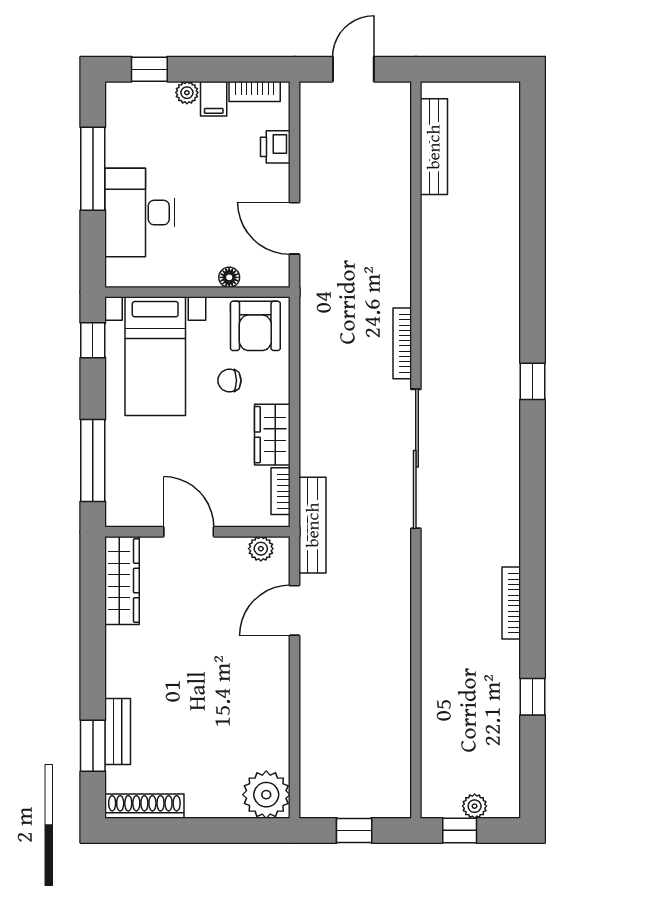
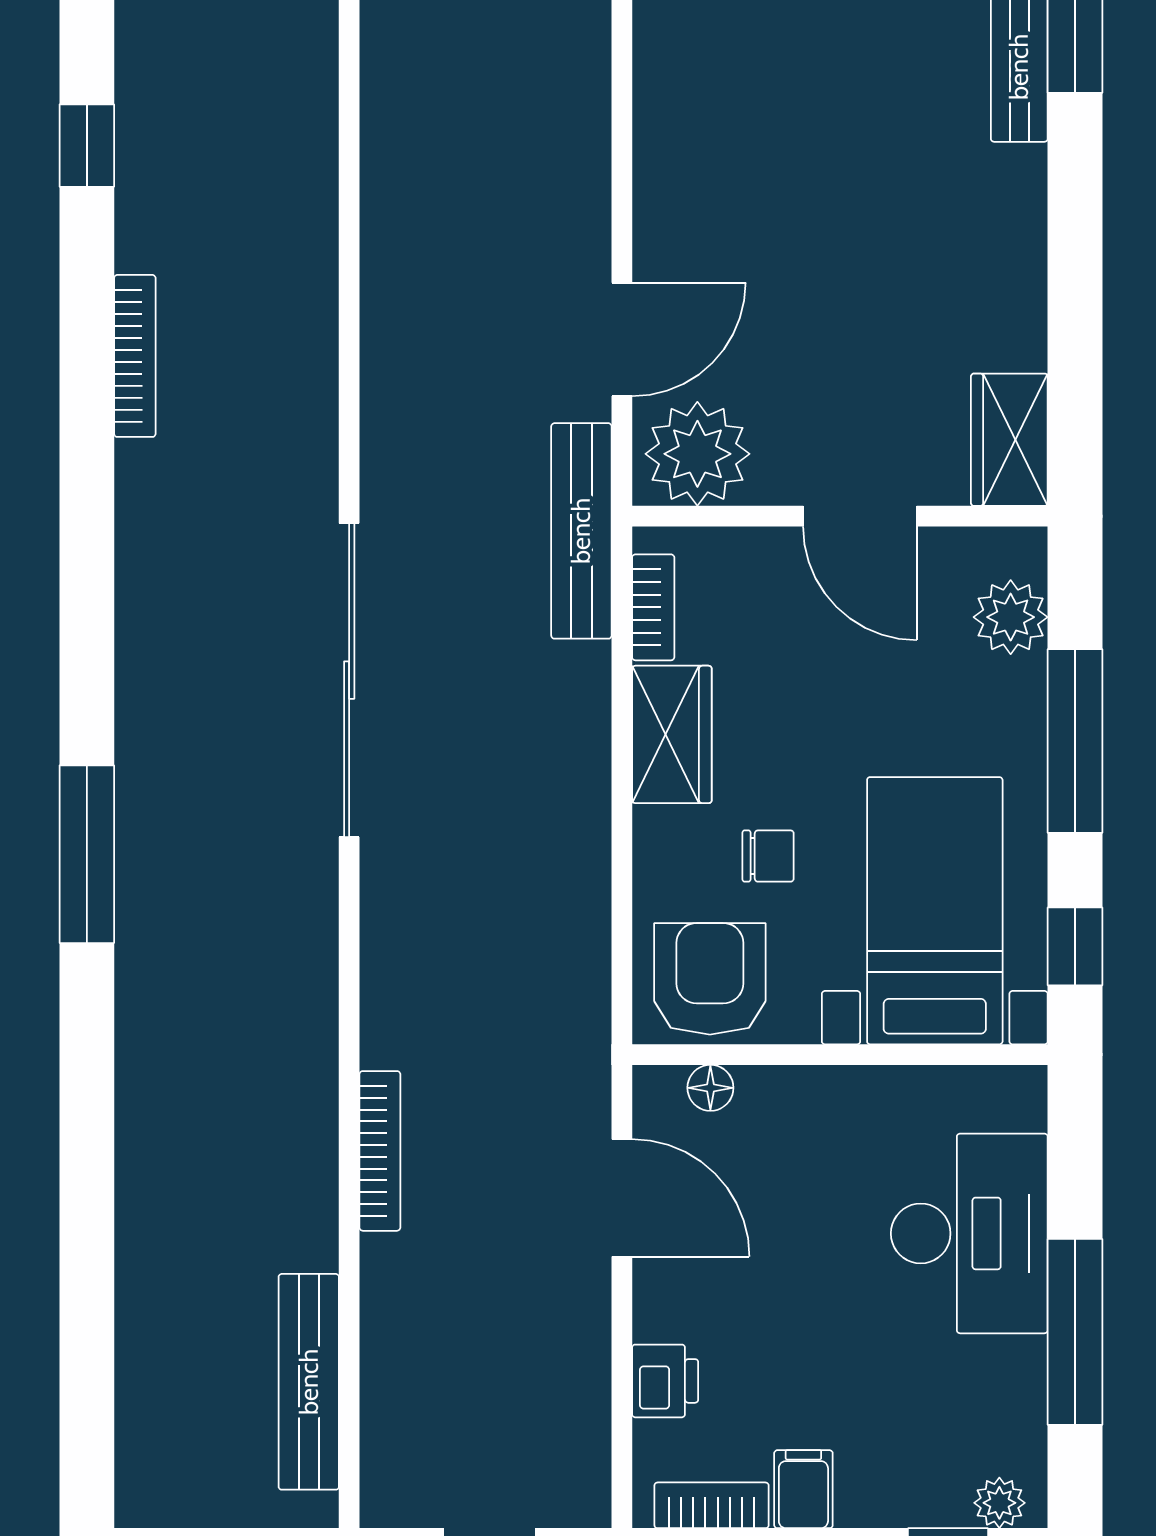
plant: (187, 93) -> (999, 1503), moved
floor lamp: (229, 277) -> (710, 1088), moved
bookcase: (402, 343) -> (380, 1151), moved
window: (533, 381) -> (87, 854), width x2.17
window: (93, 460) -> (1075, 741), moved
plant: (122, 487) -> (1011, 617), added
plant: (261, 549) -> (697, 454), width x1.88, depth x1.88
wardrobe: (122, 580) -> (1009, 440), width x0.67

